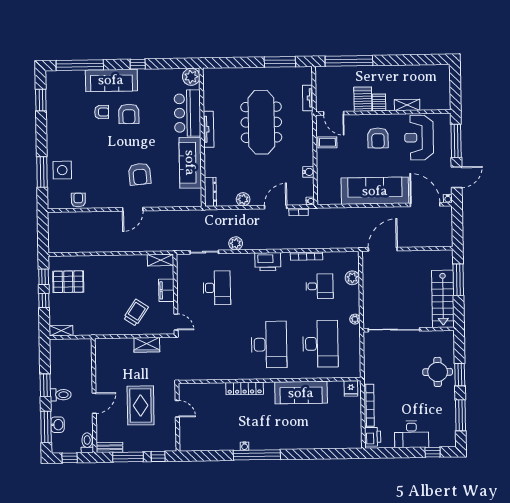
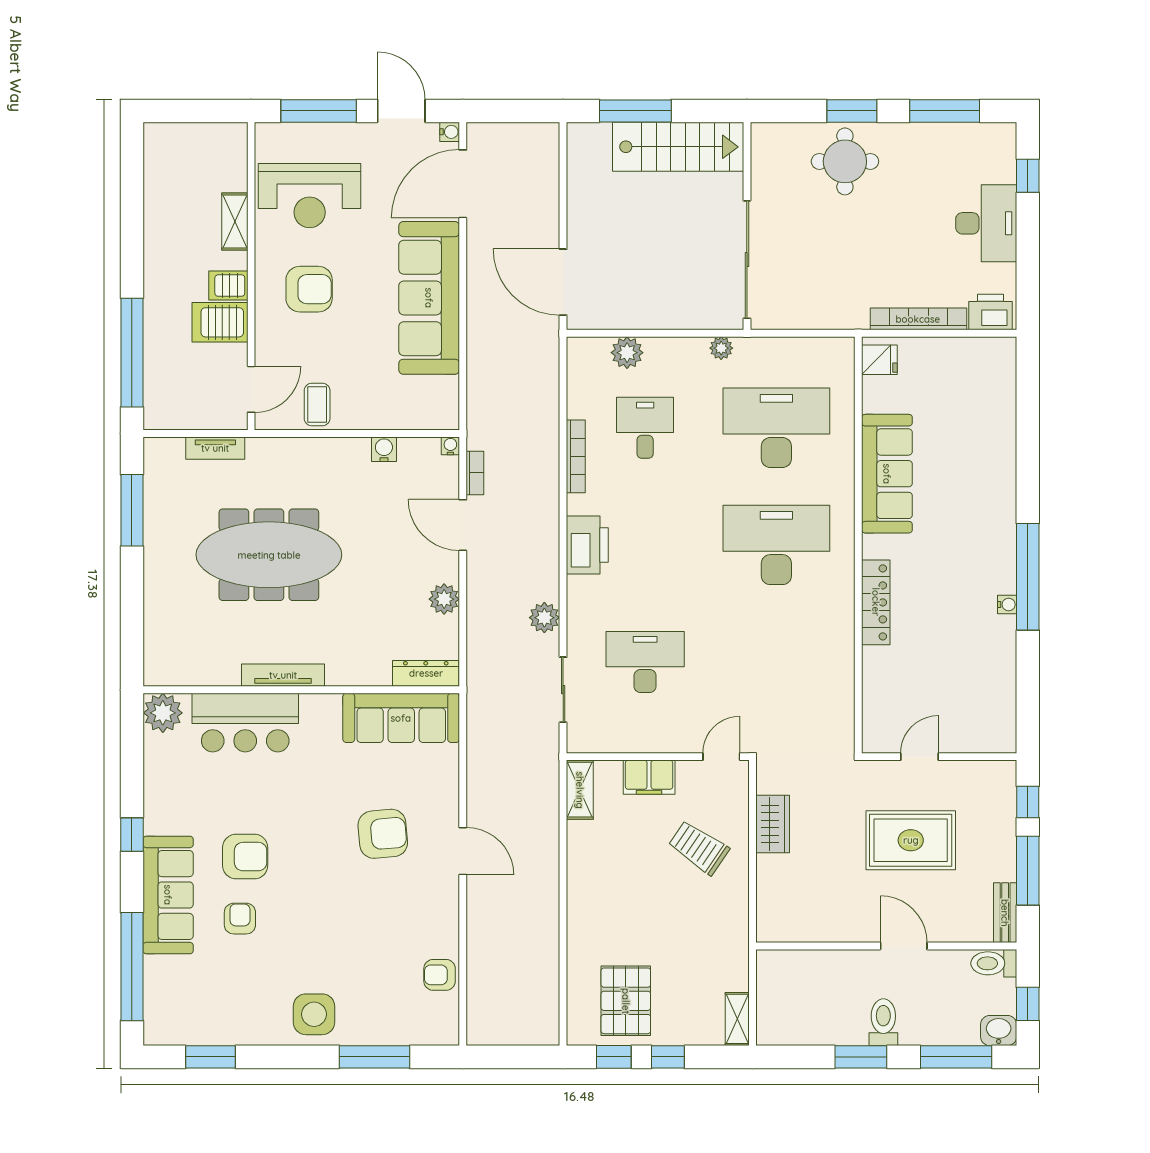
sofa: (190, 163) -> (401, 718), moved
side table: (62, 170) -> (314, 1014), moved
washbasin: (57, 425) -> (999, 1031), moved

